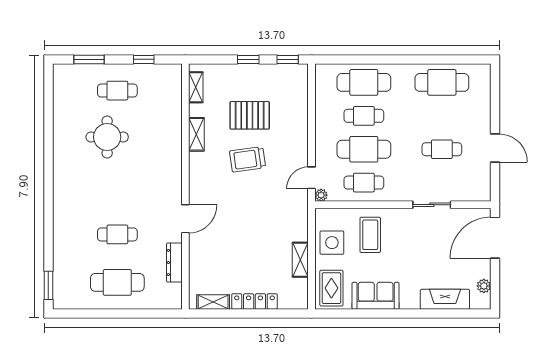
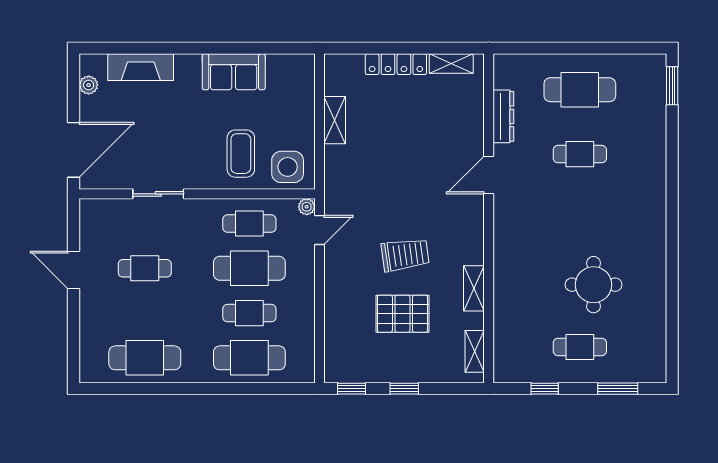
side table: (332, 243) -> (288, 167), moved
rug: (331, 288) -> (293, 82), removed

